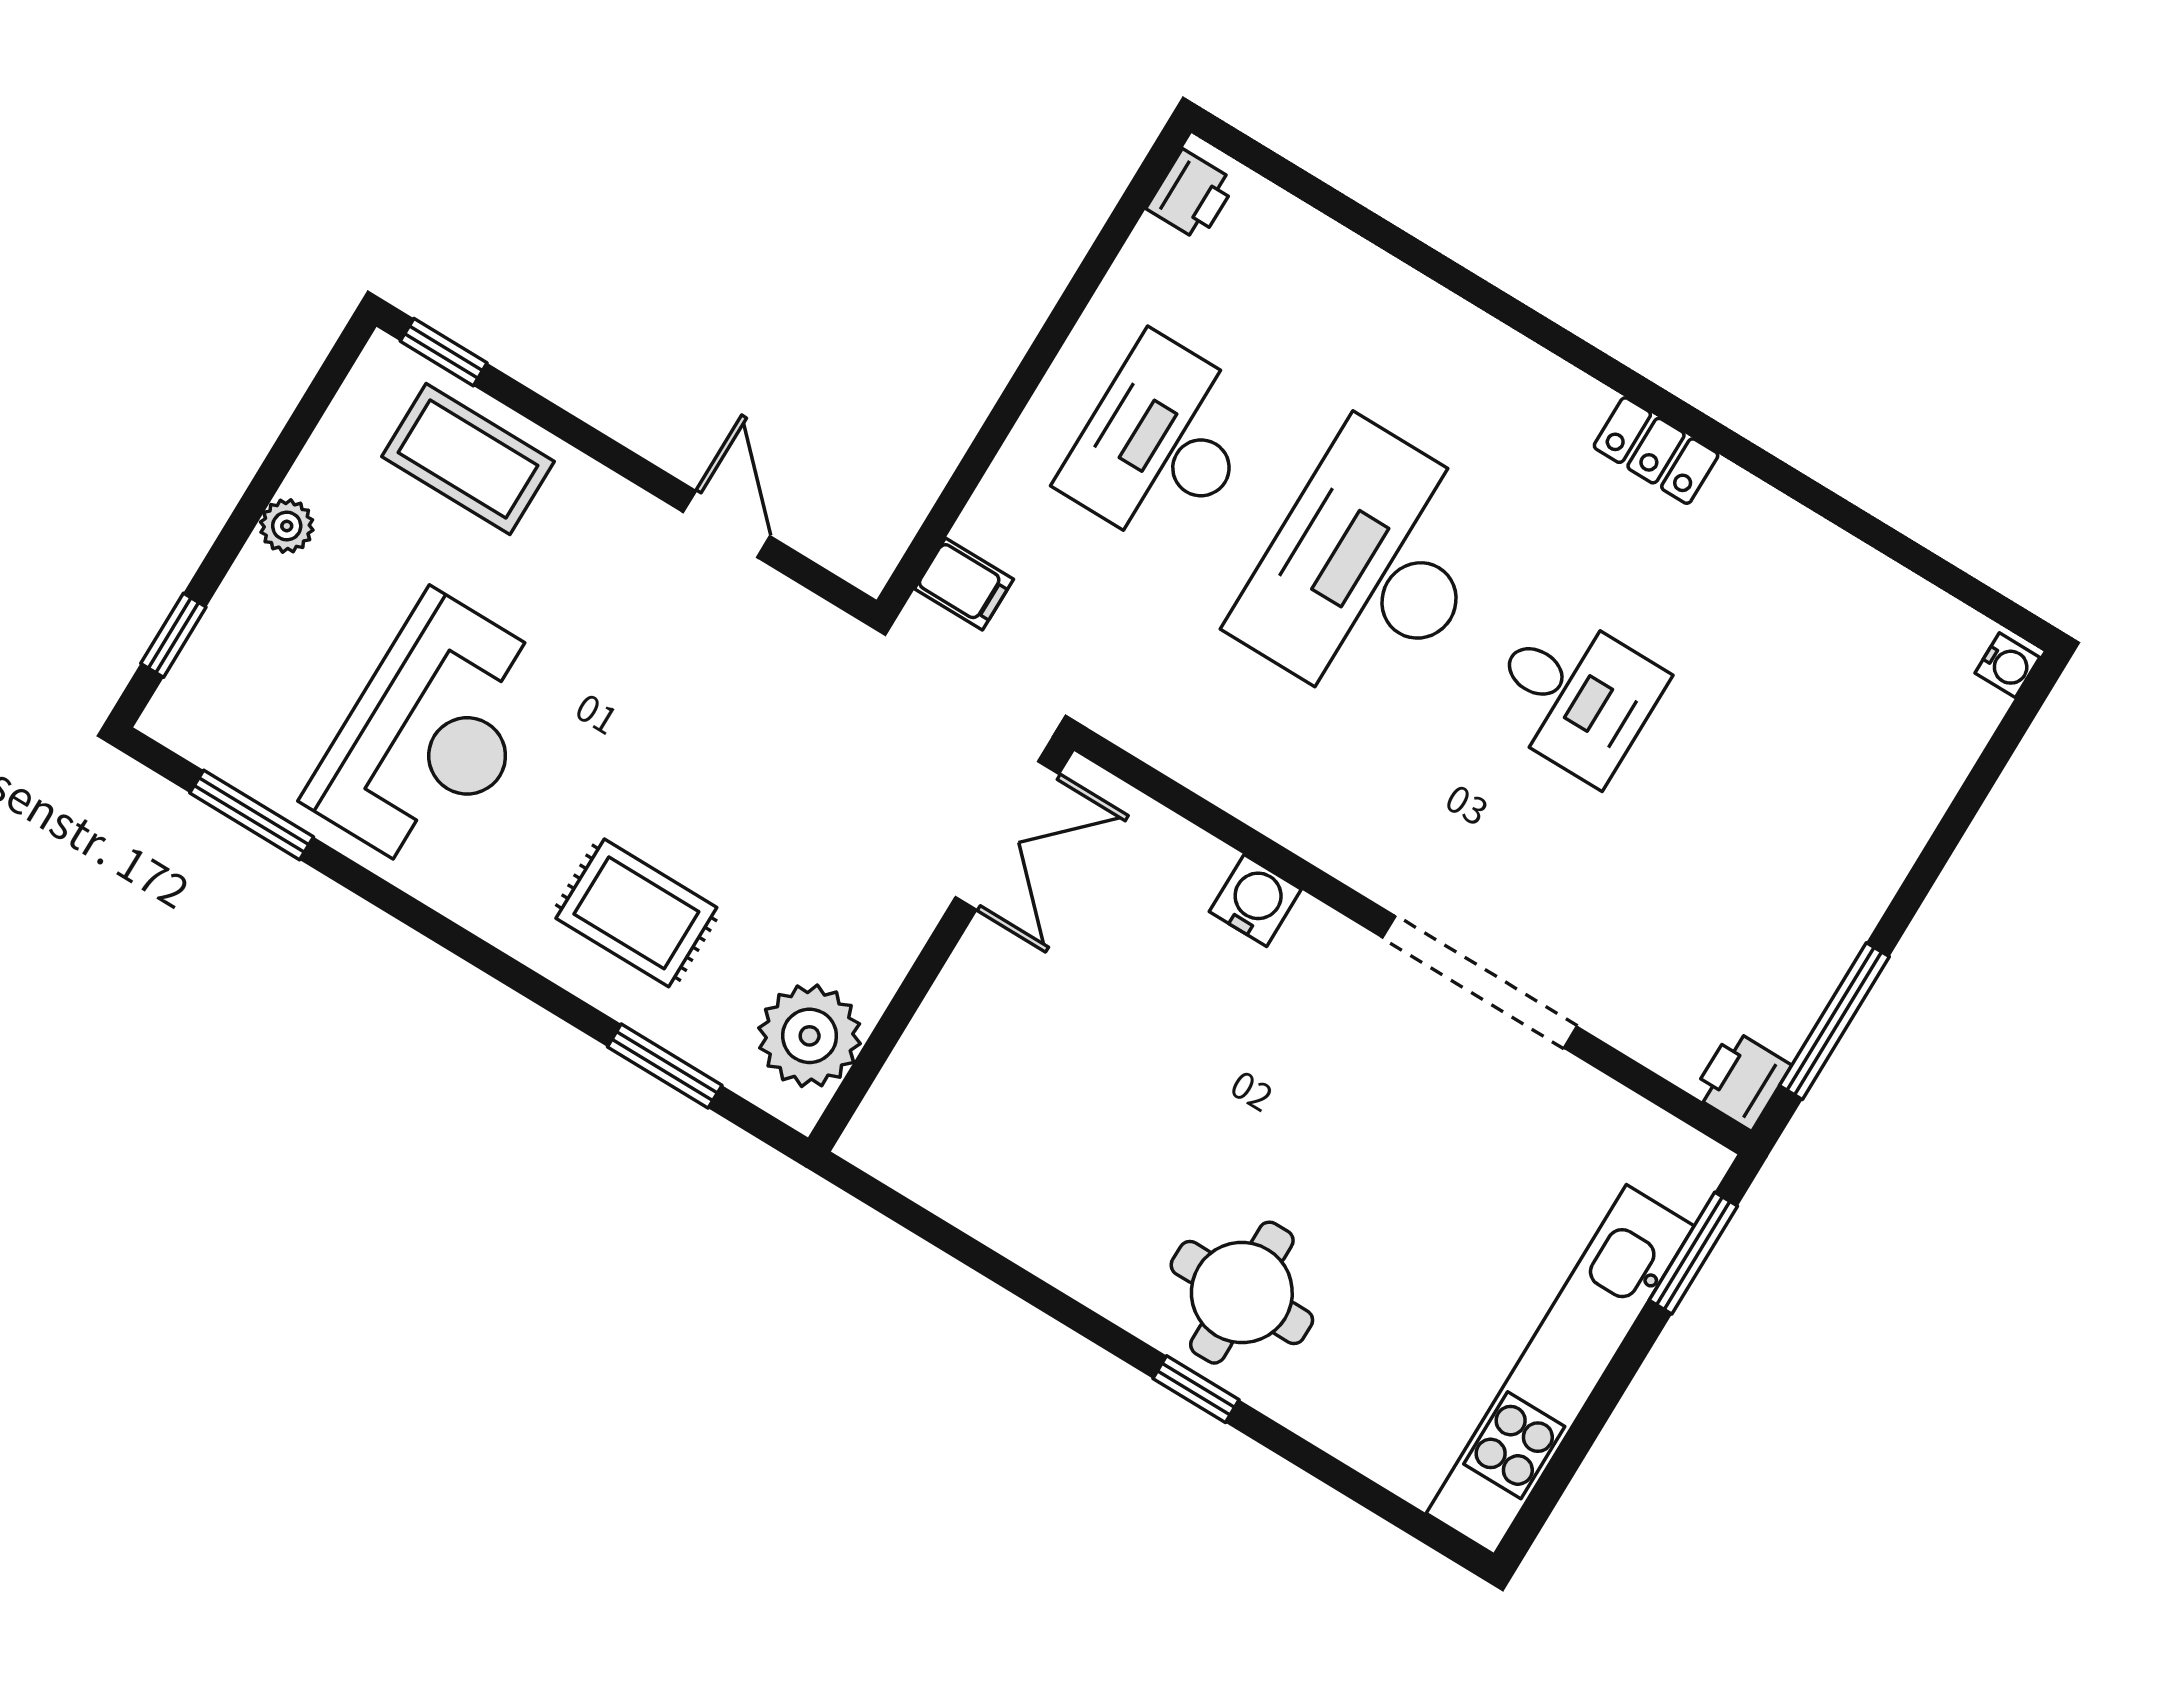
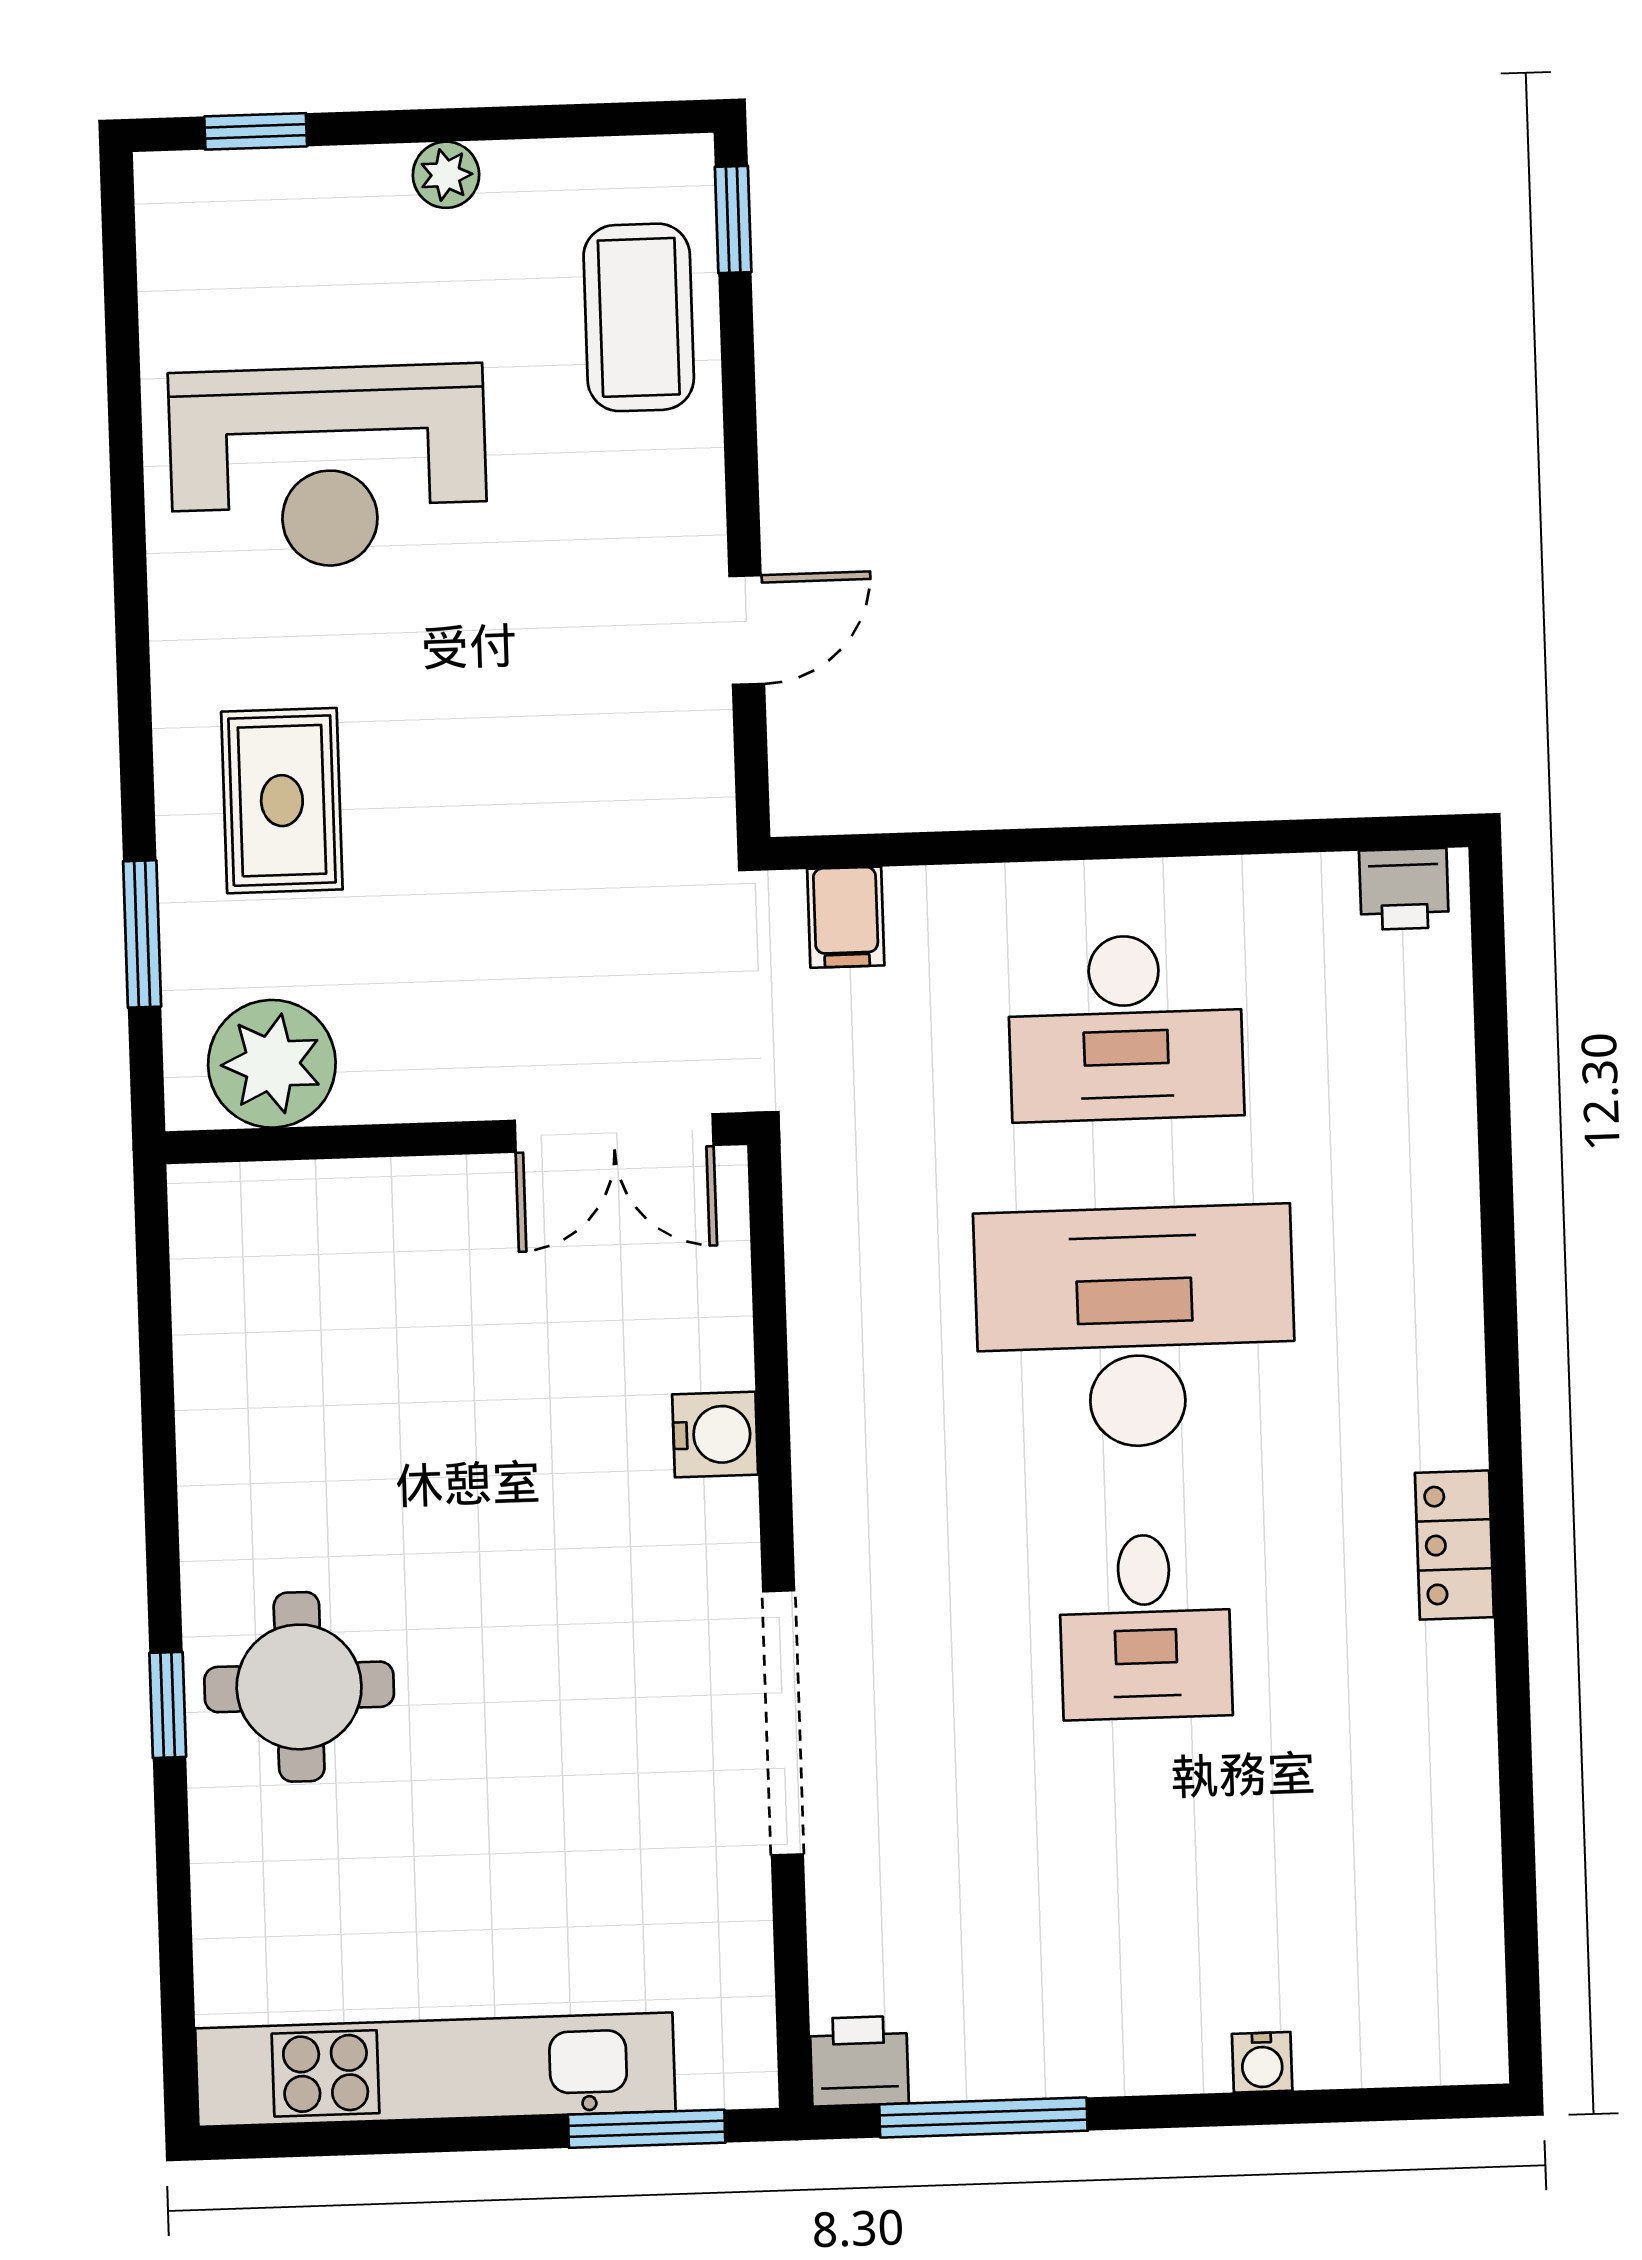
desk: (1162, 444) -> (1125, 1028), turned 180
water cooler: (2007, 665) -> (1262, 2062), moved
window: (252, 815) -> (122, 335), removed

